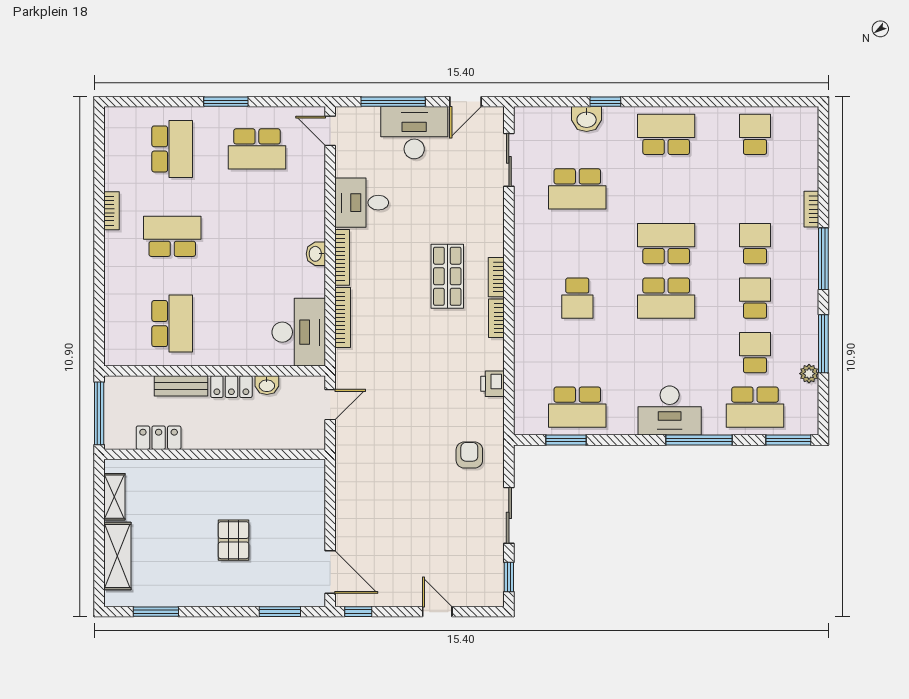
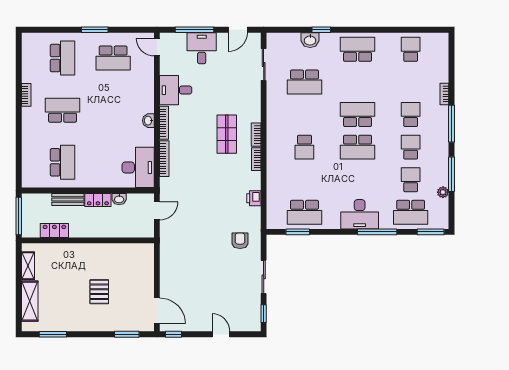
desk: (414, 133) -> (202, 48), width x0.73

